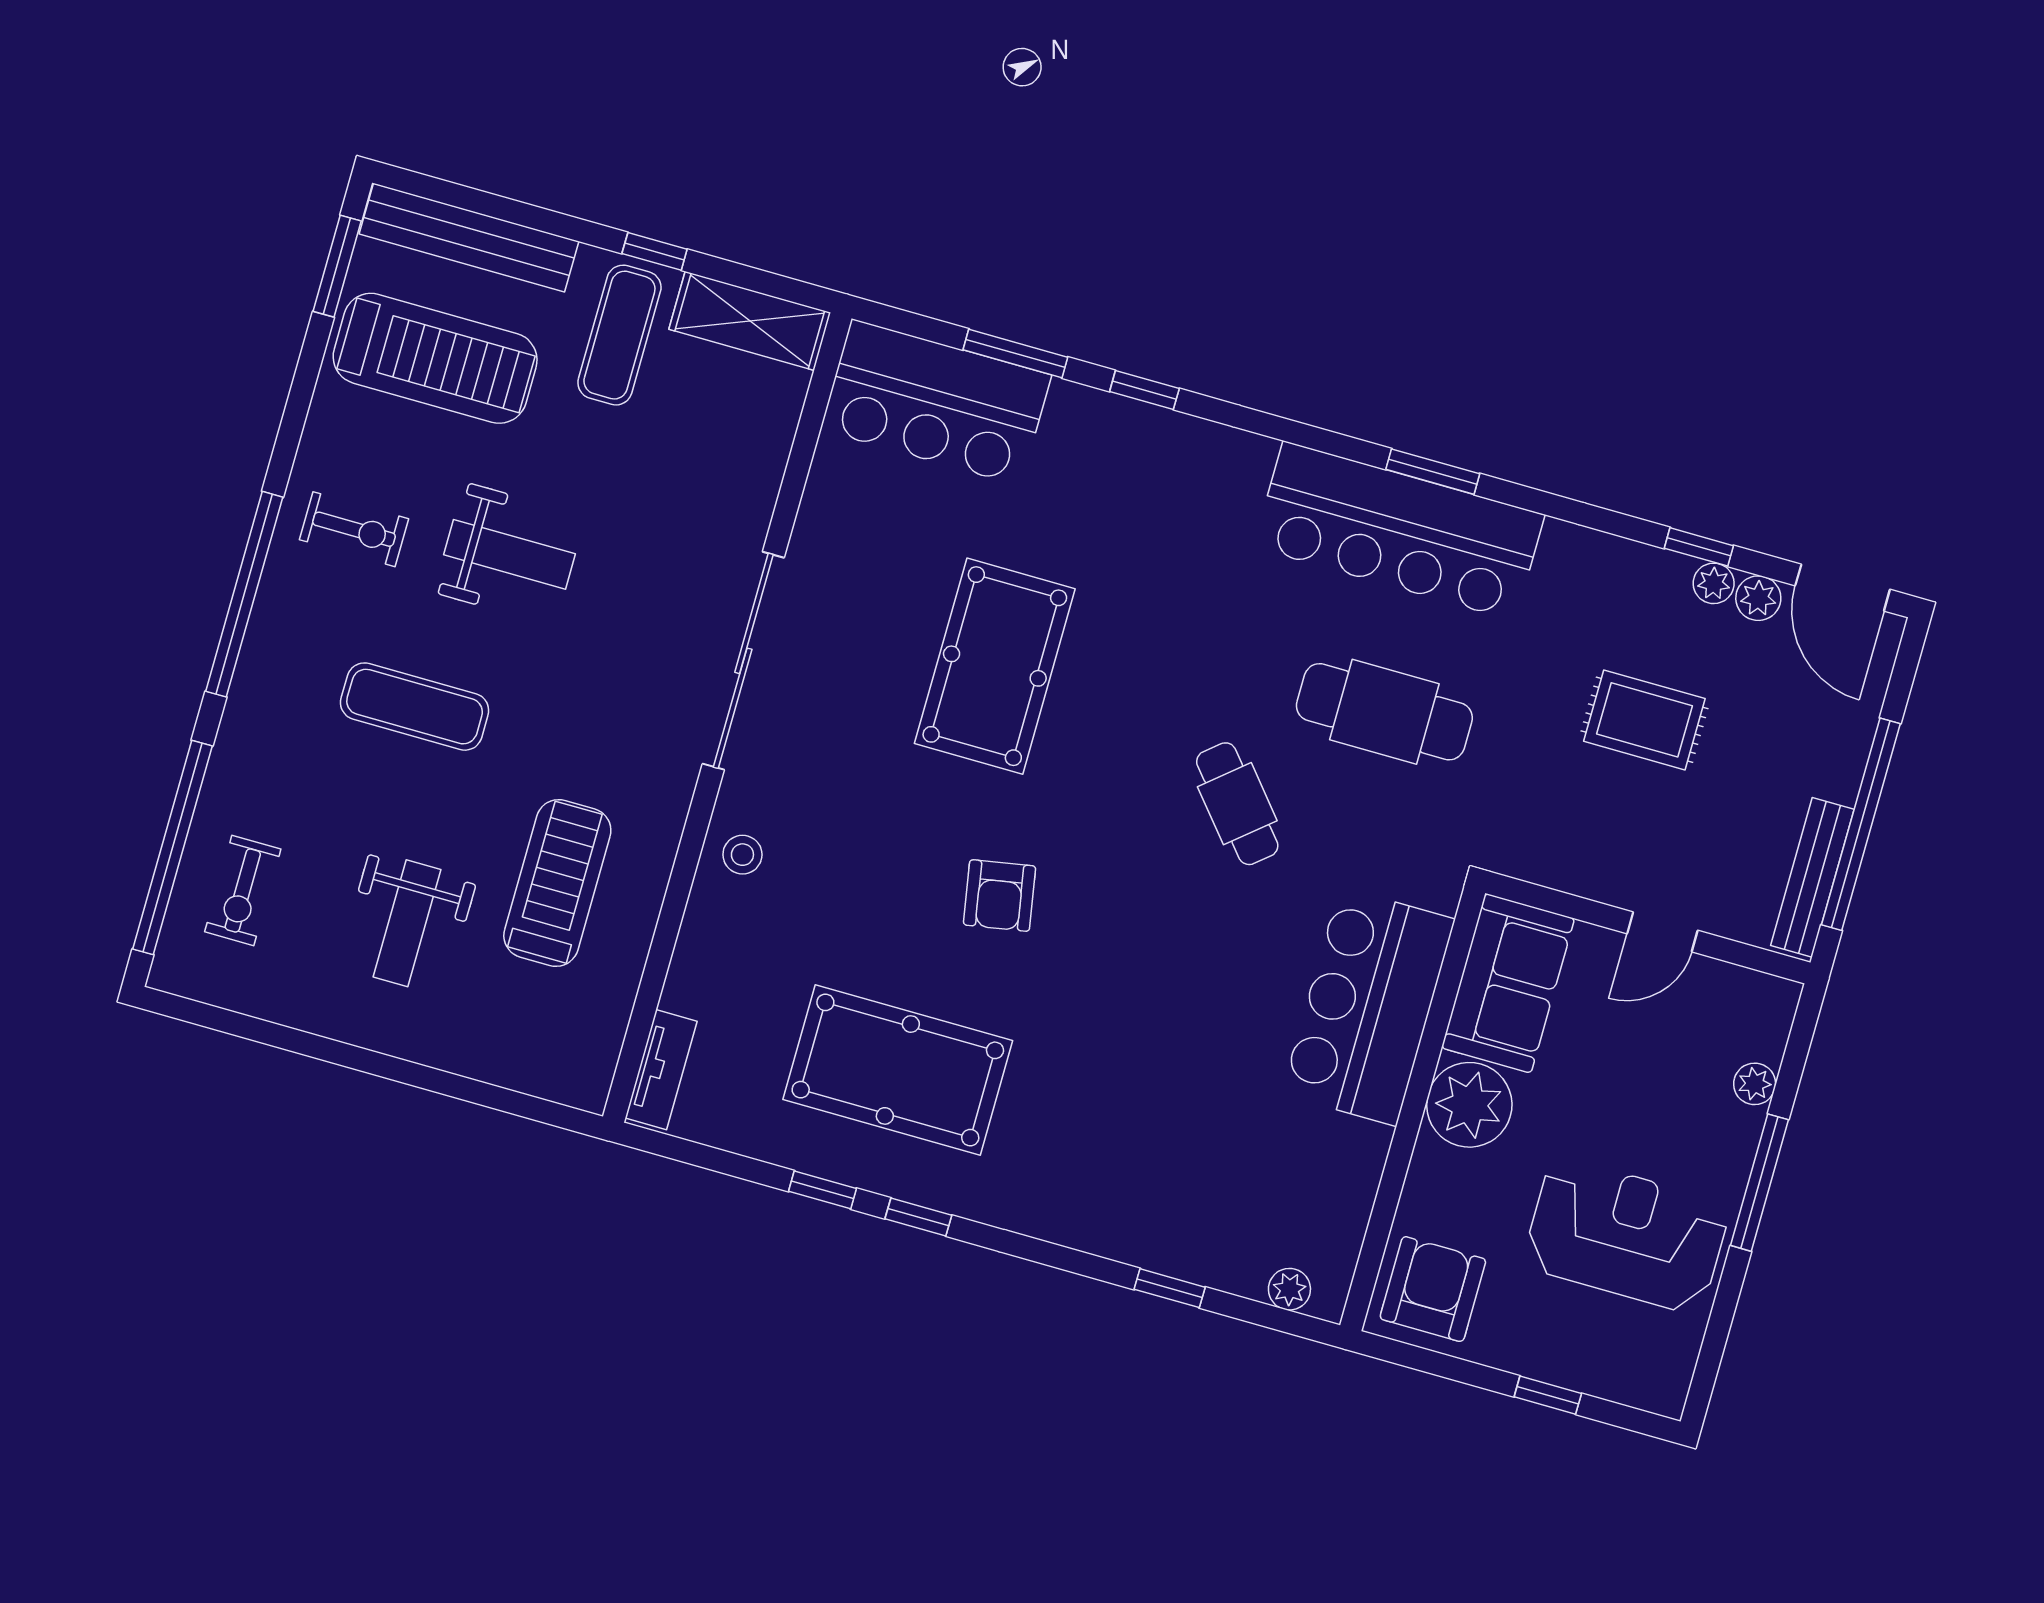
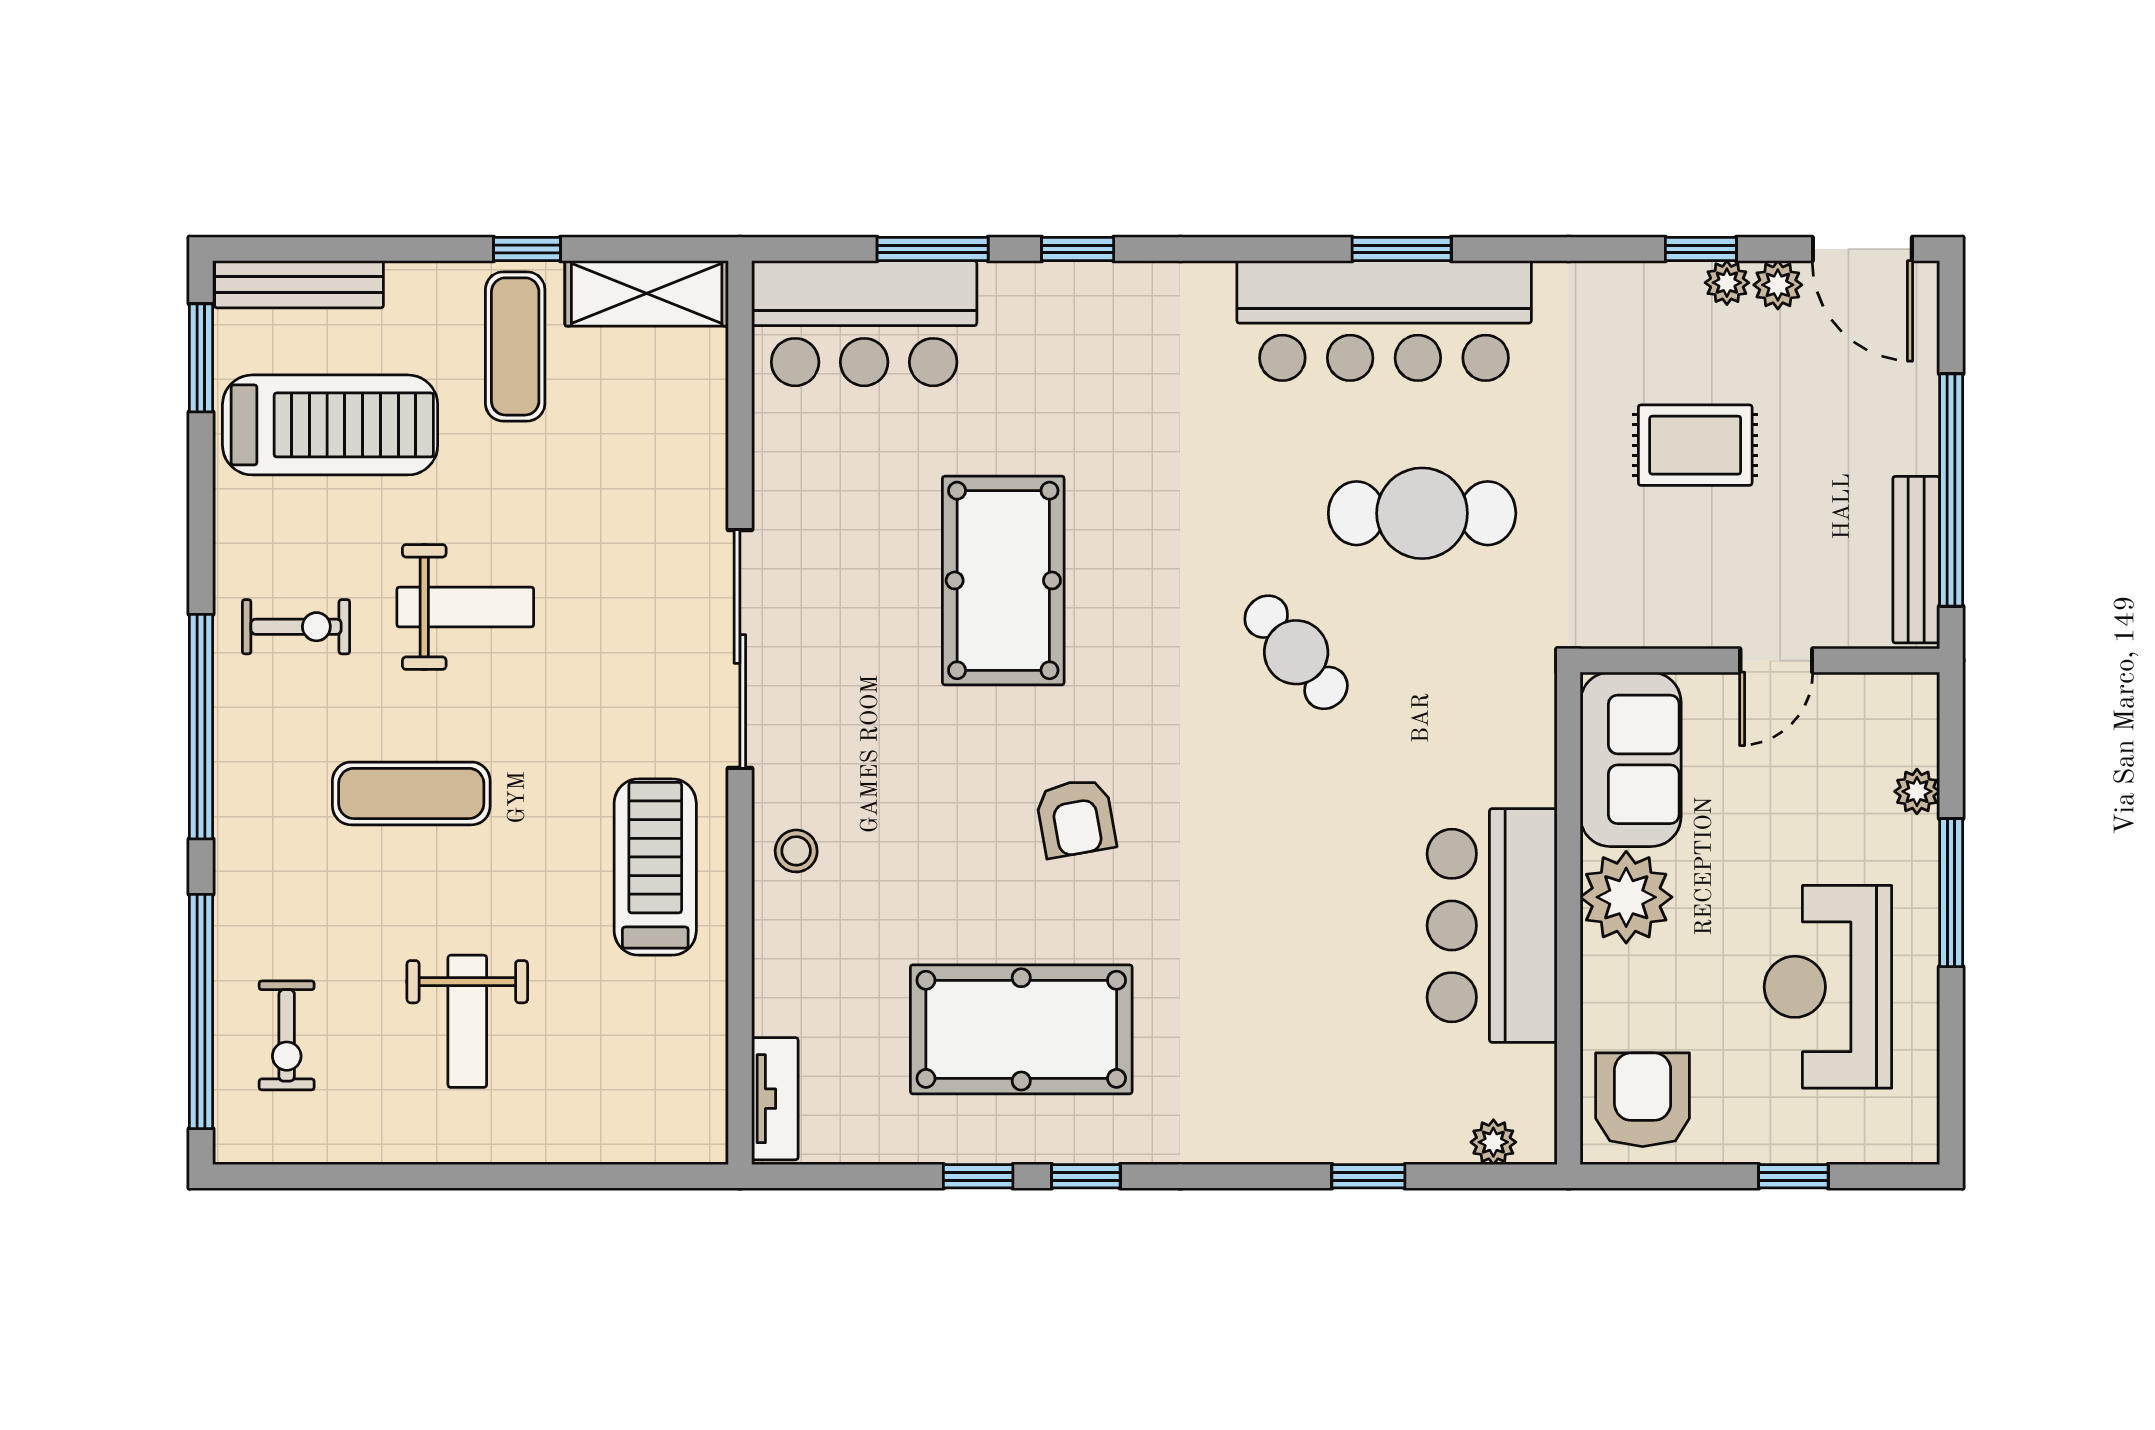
bench: (469, 238) -> (299, 284), width x0.73, depth x0.82
treadmill: (557, 883) -> (655, 867), moved
bar counter: (1368, 1007) -> (1492, 925), moved
reception desk: (1626, 1235) -> (1828, 987), turned -90

